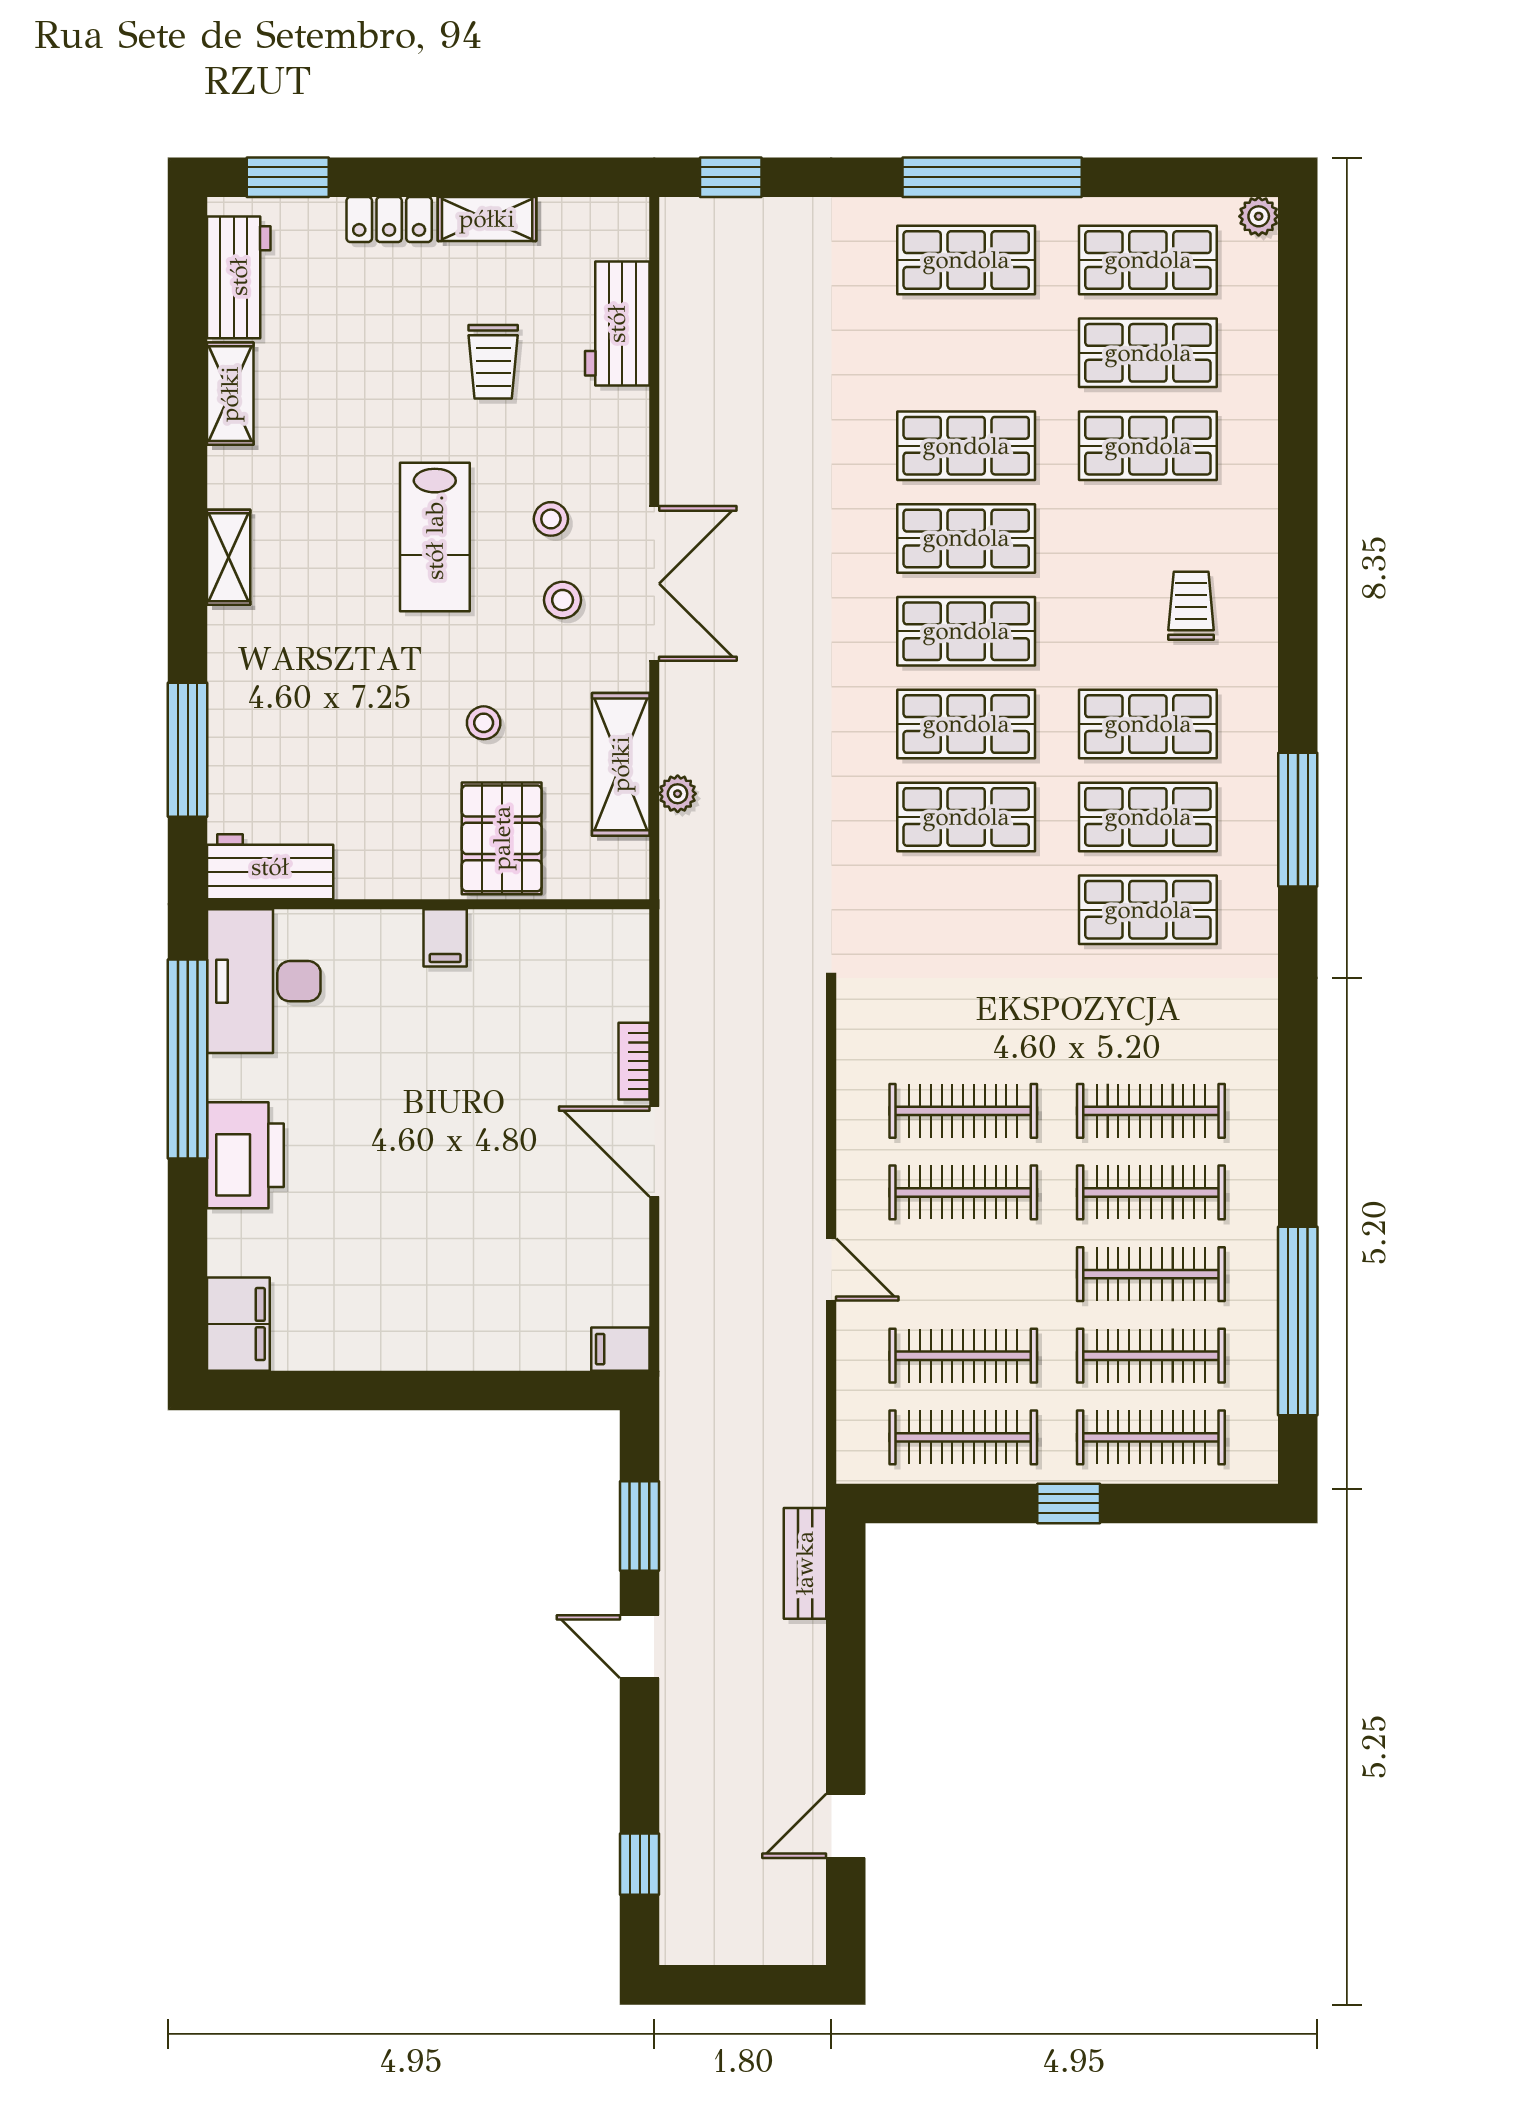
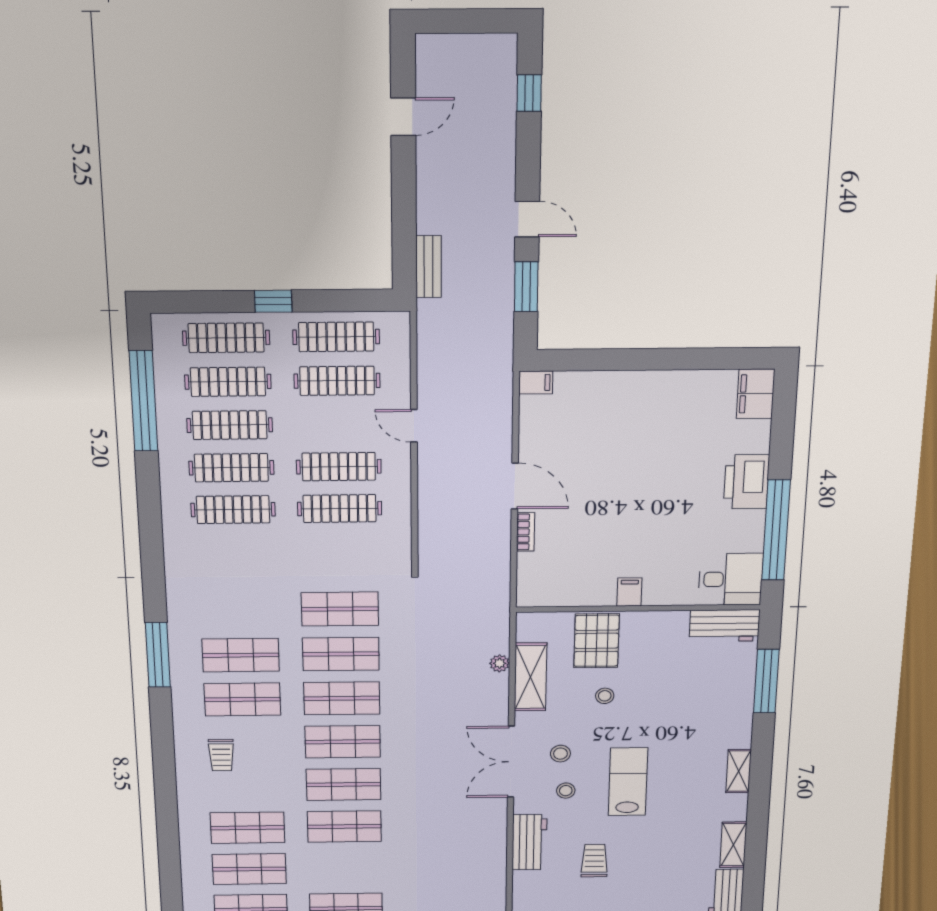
workbench: (617, 324) -> (529, 842), moved
shop shelf: (1148, 910) -> (340, 609), moved
desk: (264, 981) -> (731, 579), width x0.73

